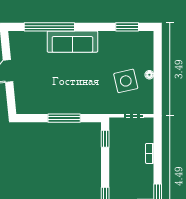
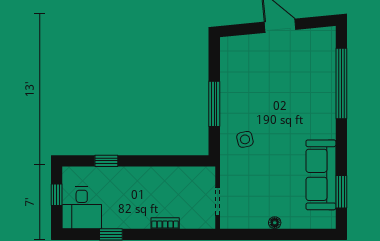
sofa: (72, 42) -> (321, 175), moved
side table: (126, 81) -> (245, 139), moved, width x0.54, depth x0.54
window: (105, 139) -> (186, 161), removed

